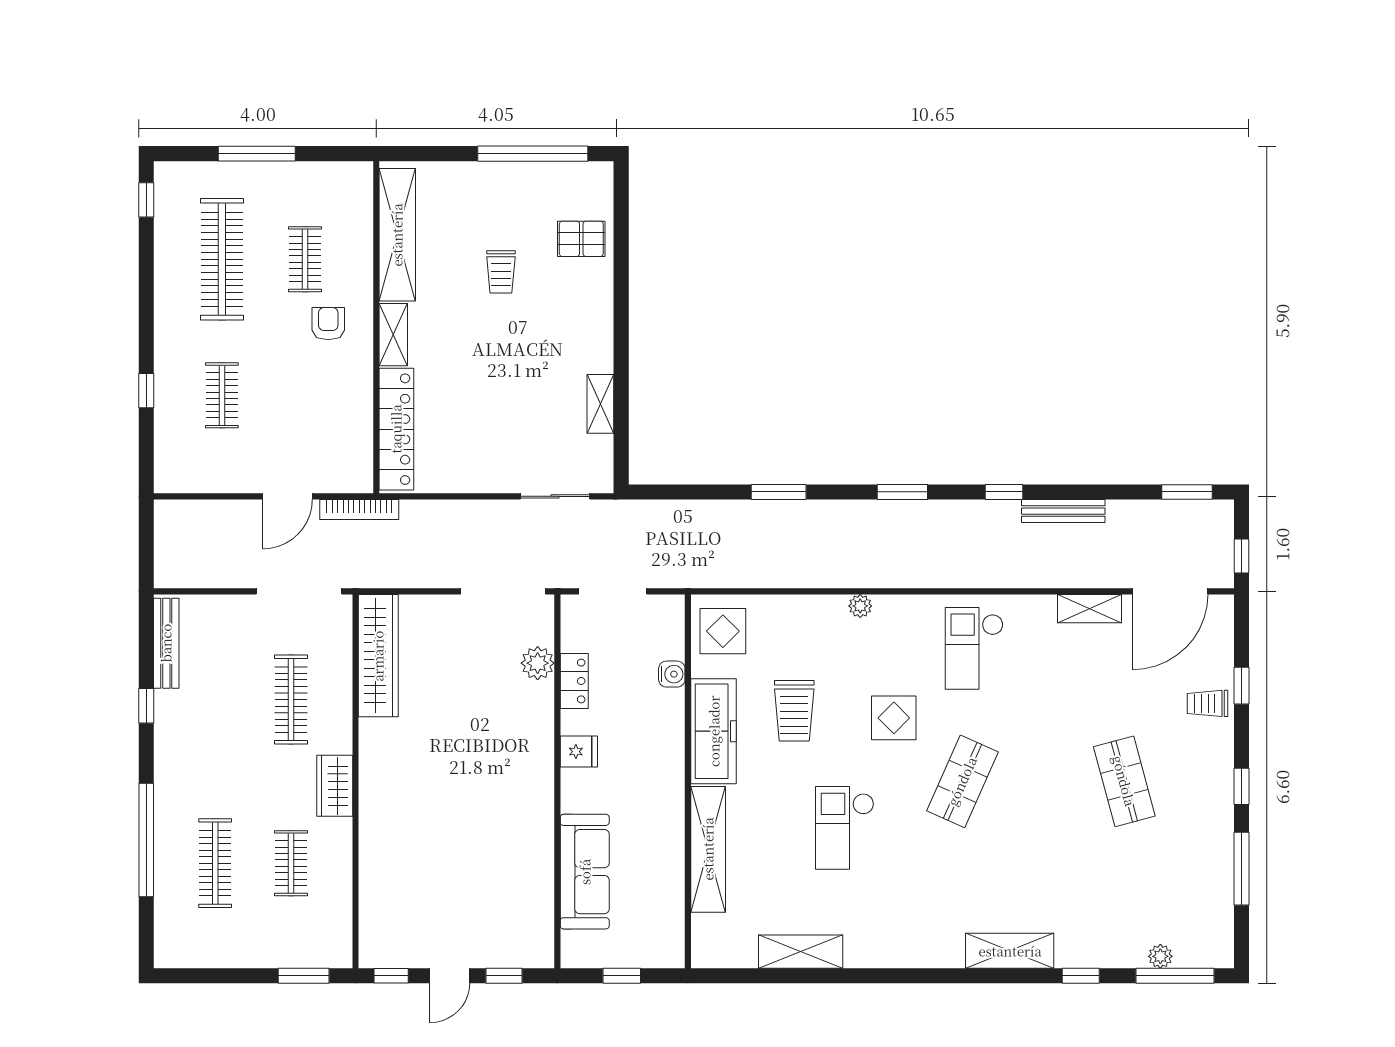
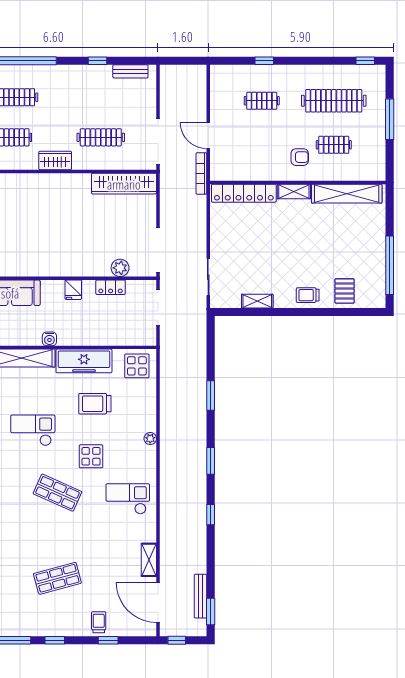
trolley: (501, 272) -> (308, 295), moved
bench: (1063, 511) -> (200, 596), moved
bench: (166, 643) -> (130, 71), width x0.73
water cooler: (672, 674) -> (49, 339), moved

